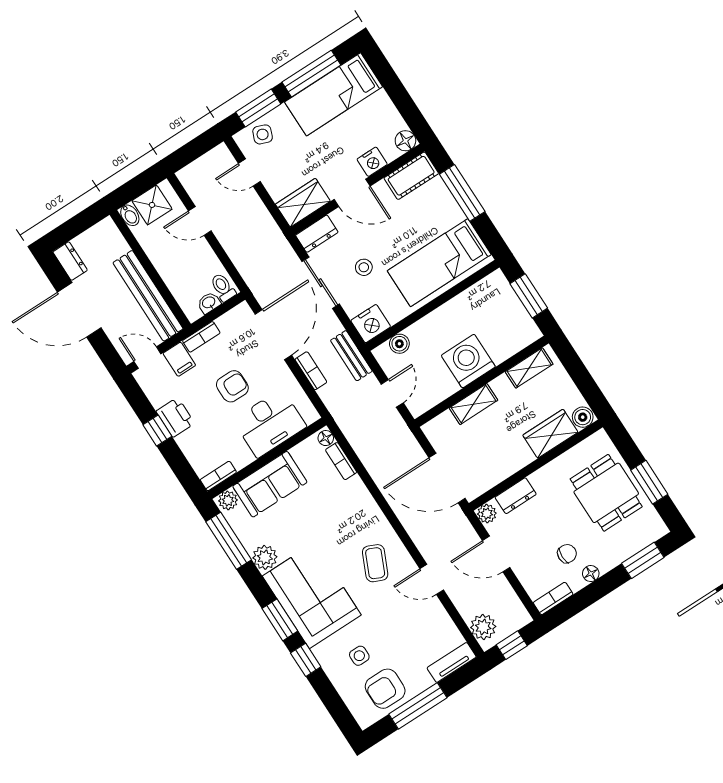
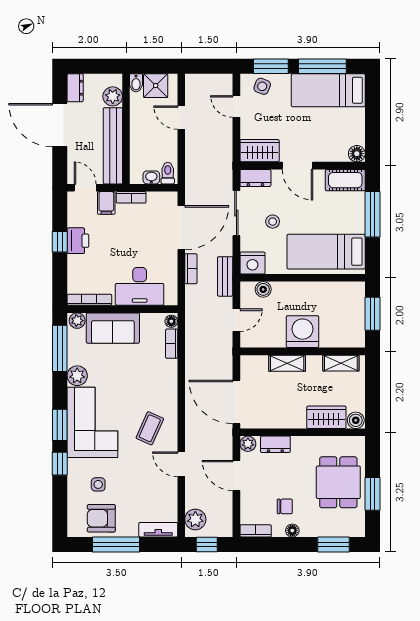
nightstand: (372, 162) -> (325, 153), removed
plant: (115, 245) -> (113, 96), added
armchair: (232, 386) -> (130, 245), removed
bookcase: (218, 476) -> (89, 300), width x1.56

